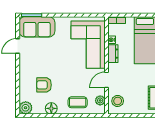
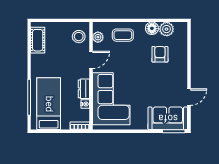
armchair: (44, 85) -> (160, 54), turned -90
plant: (26, 108) -> (167, 29), moved

